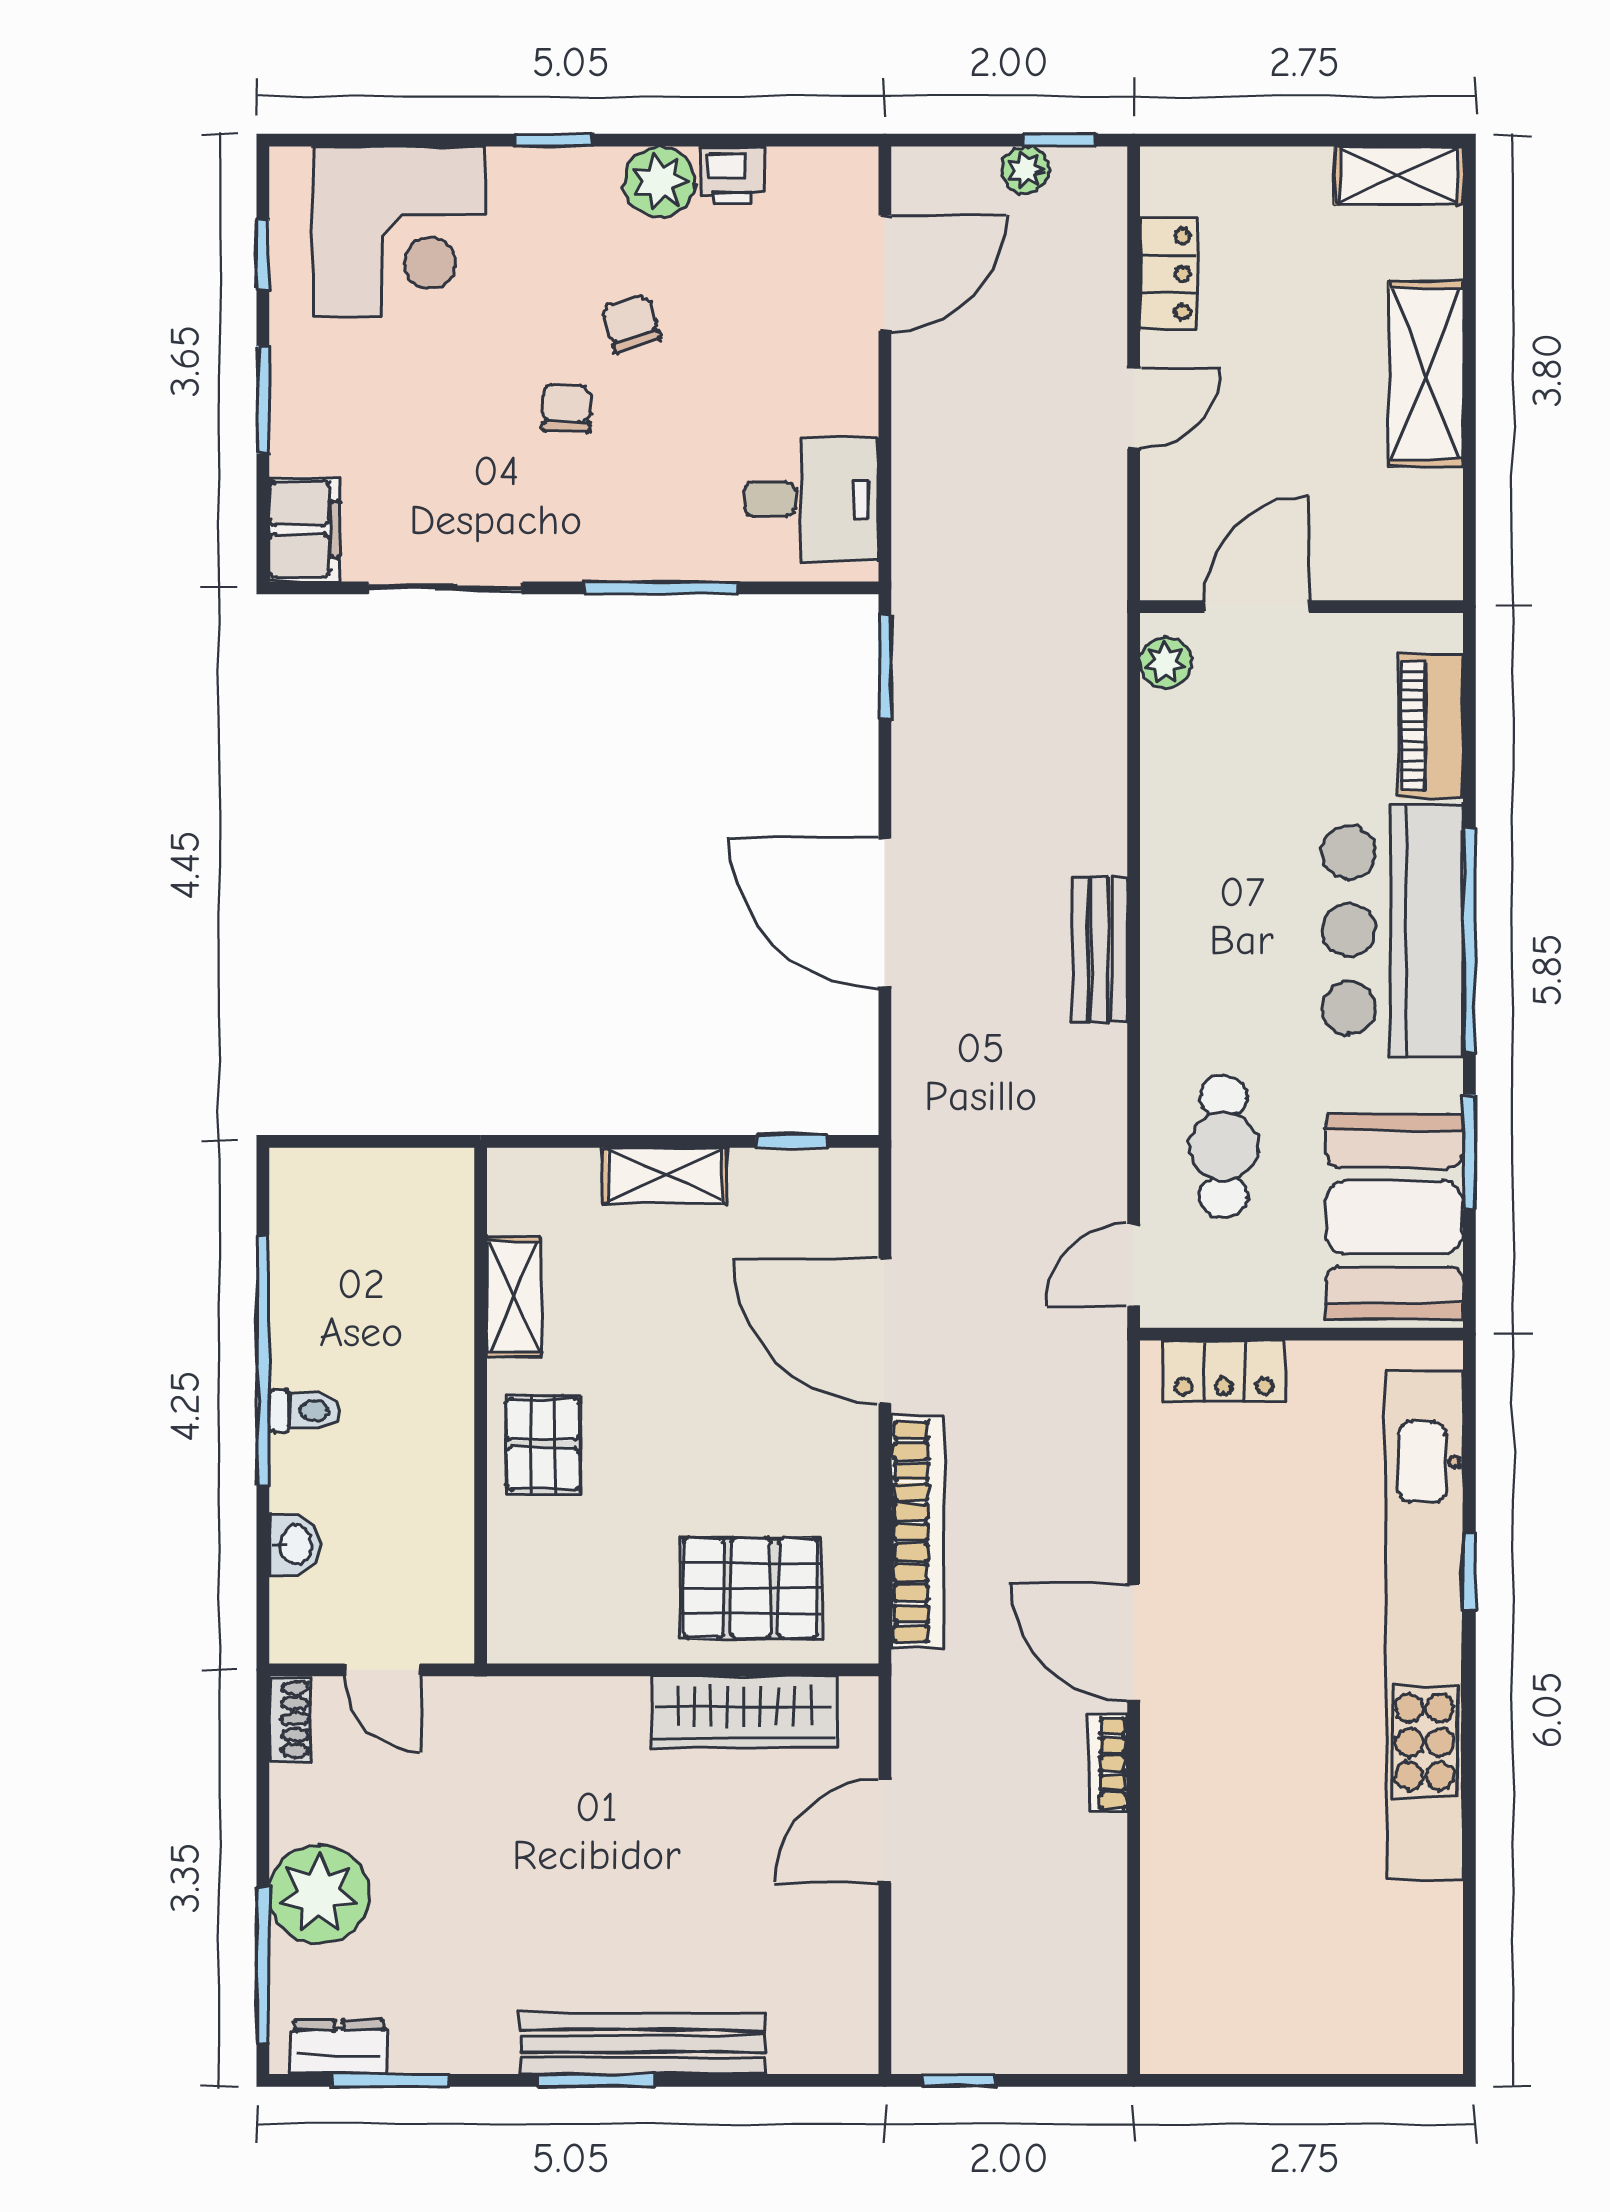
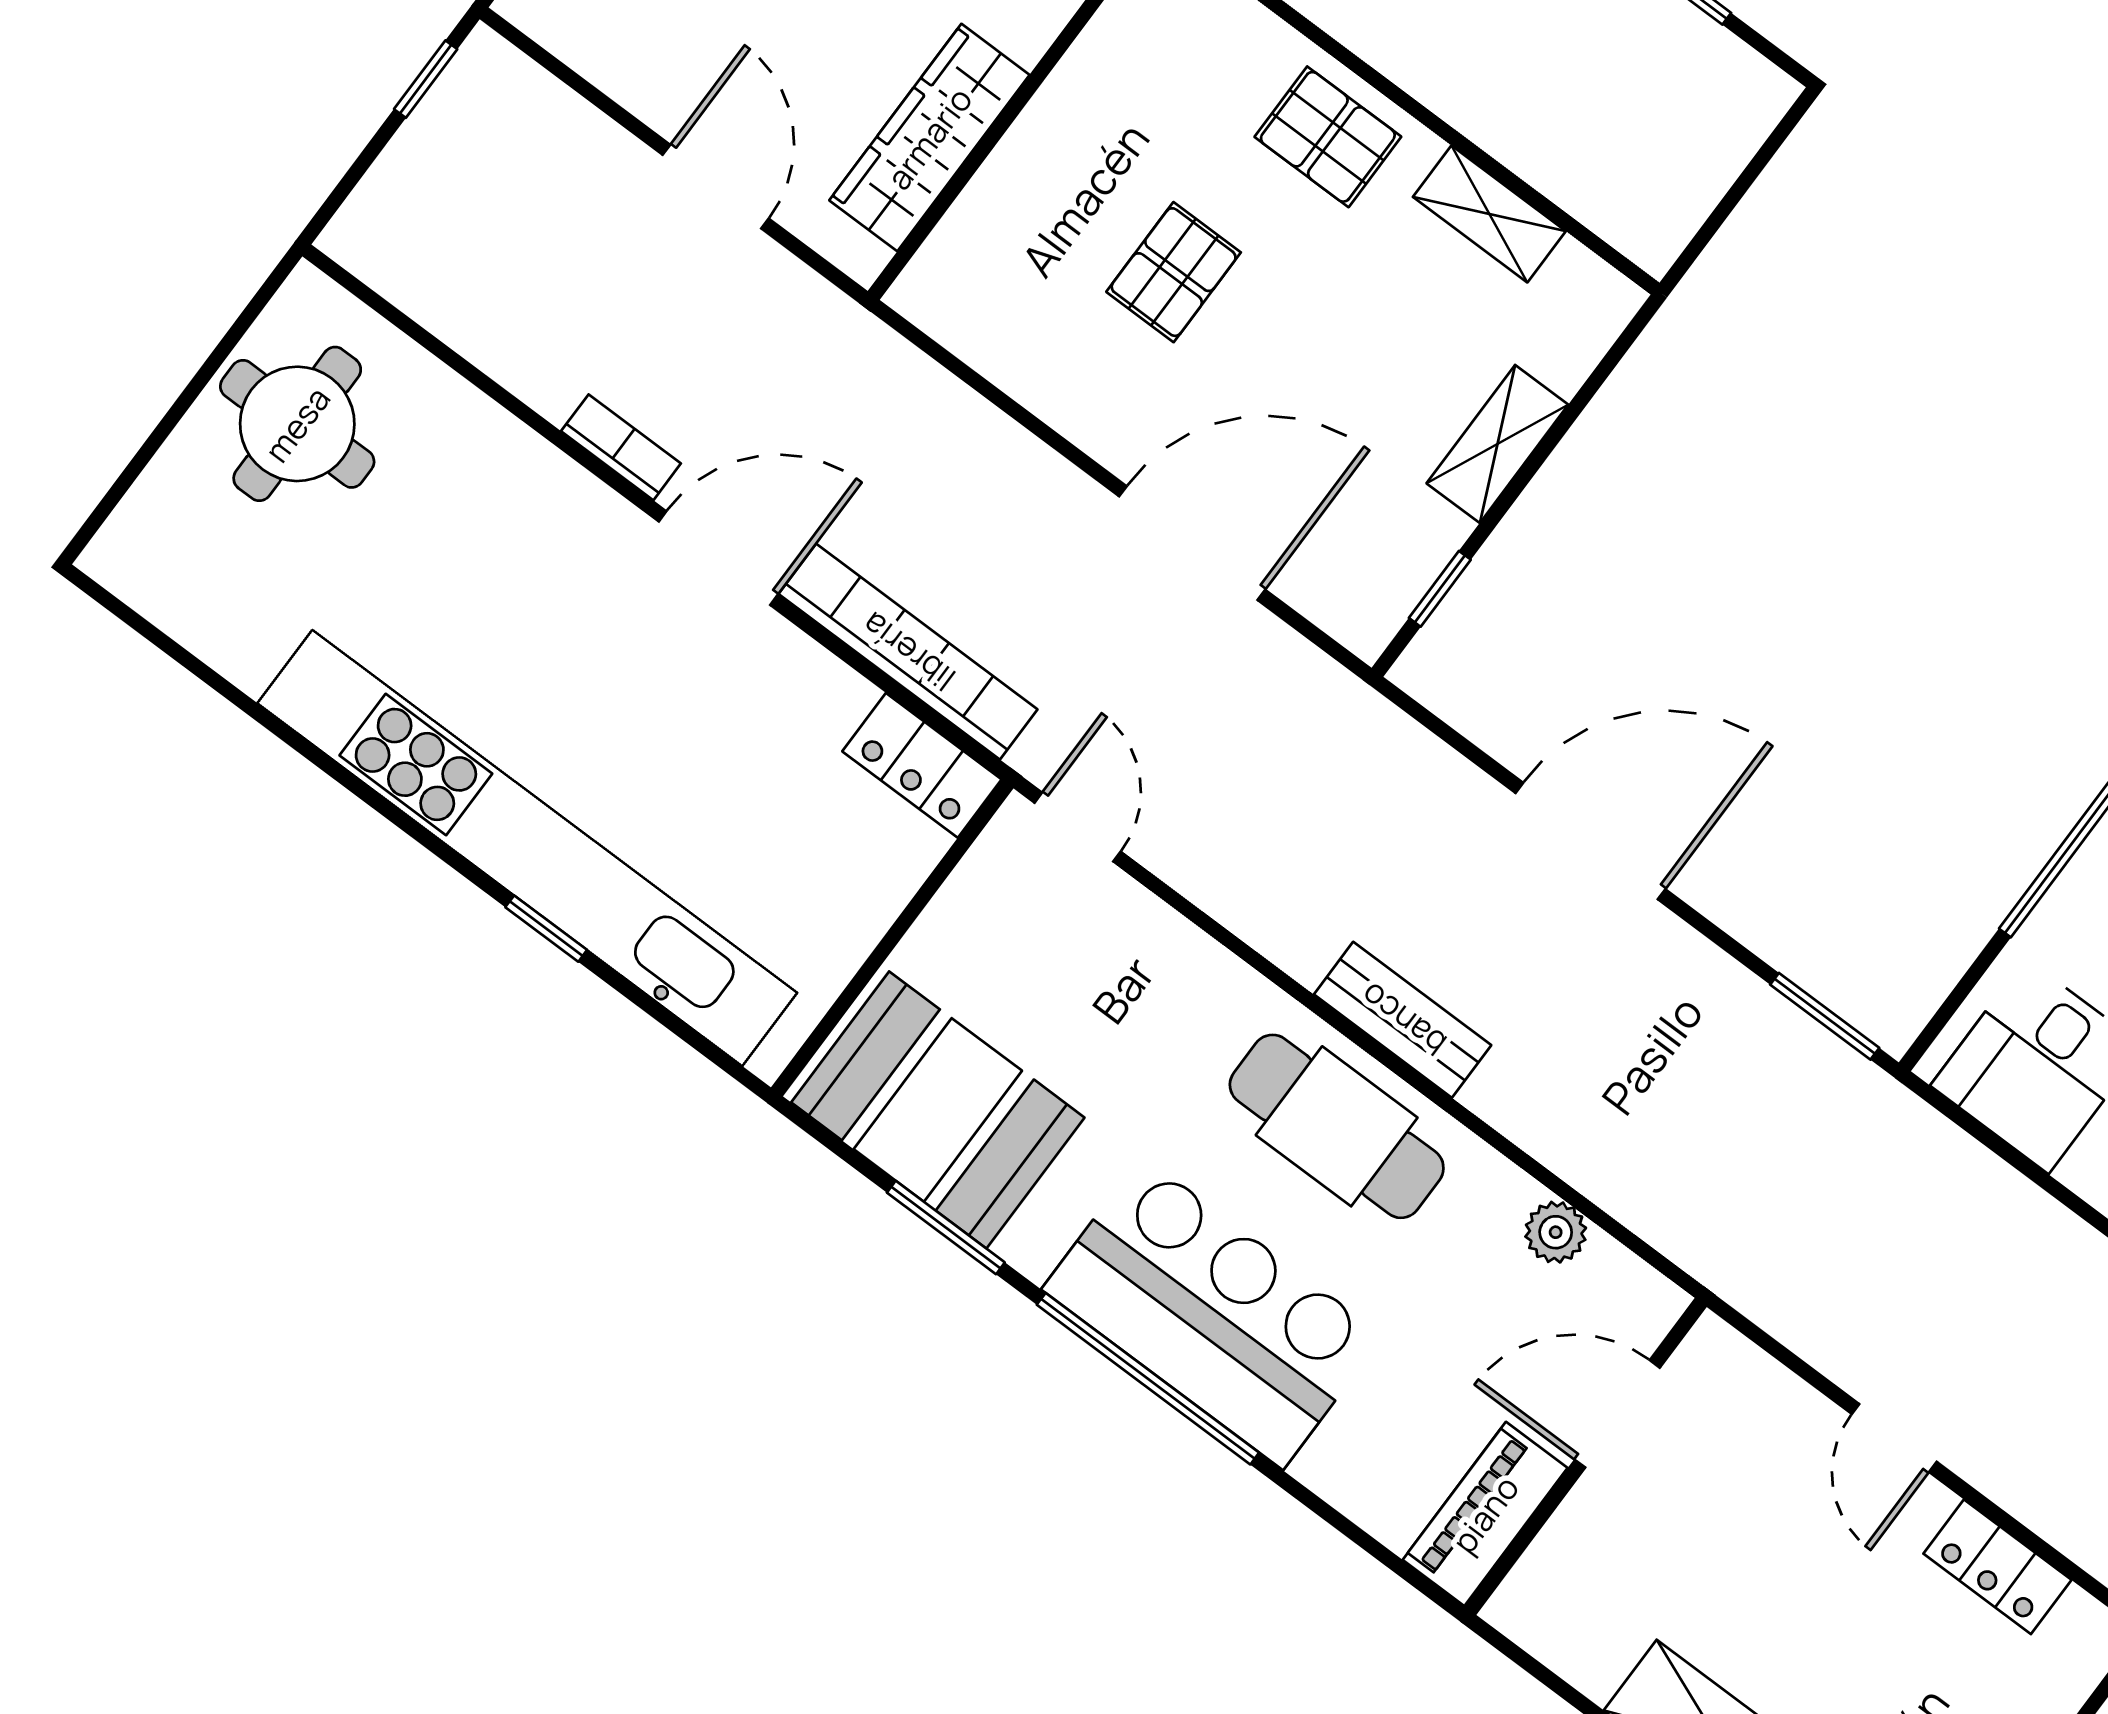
door: (1257, 607) -> (1617, 1414), swing flipped
plant: (1166, 663) -> (1556, 1232), moved
piano: (1431, 726) -> (1485, 1514), moved, turned -90
cafe table: (1224, 1146) -> (1337, 1126), moved, width x1.37, depth x1.35
locker: (1224, 1371) -> (922, 765), moved, turned -90
bookcase: (917, 1532) -> (908, 652), moved, turned 180
pallet: (751, 1588) -> (1174, 272), moved, width x0.67, depth x0.71
round table: (1255, 1993) -> (297, 424), added

